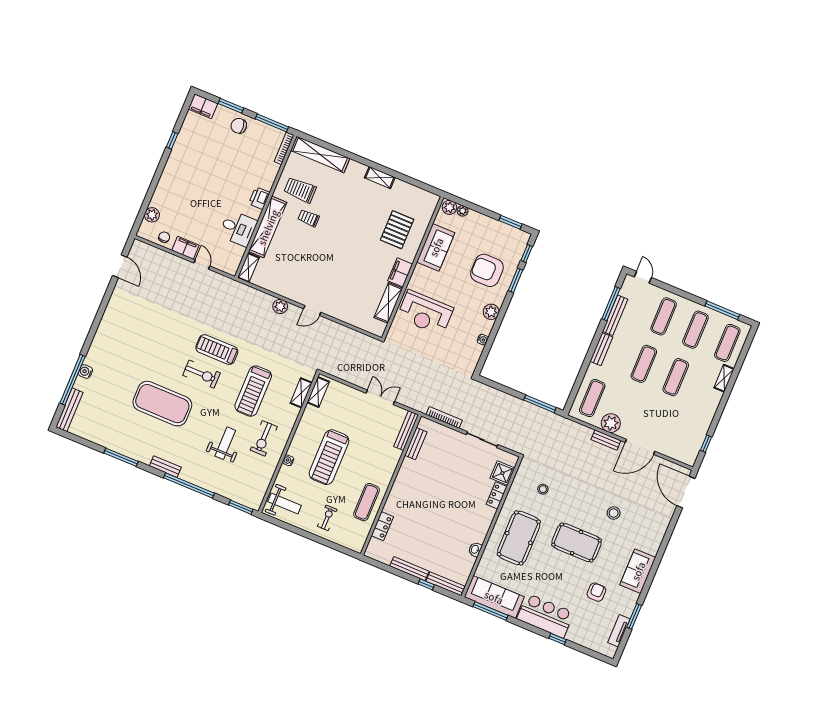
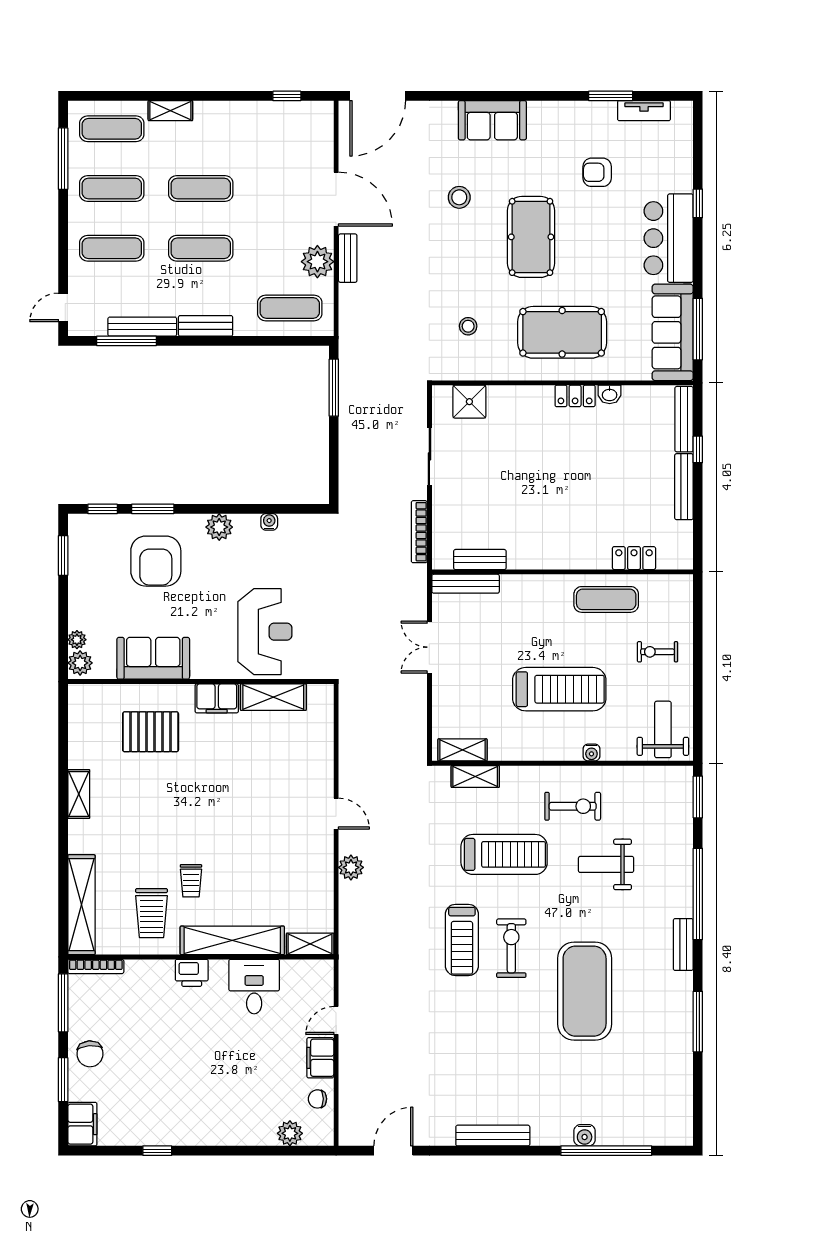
bench: (69, 410) -> (493, 1136), moved
locker: (497, 495) -> (575, 396), moved
sofa: (638, 571) -> (492, 120), moved

